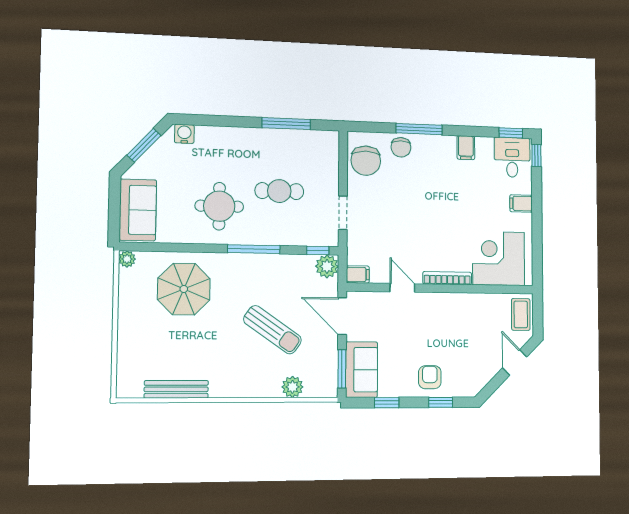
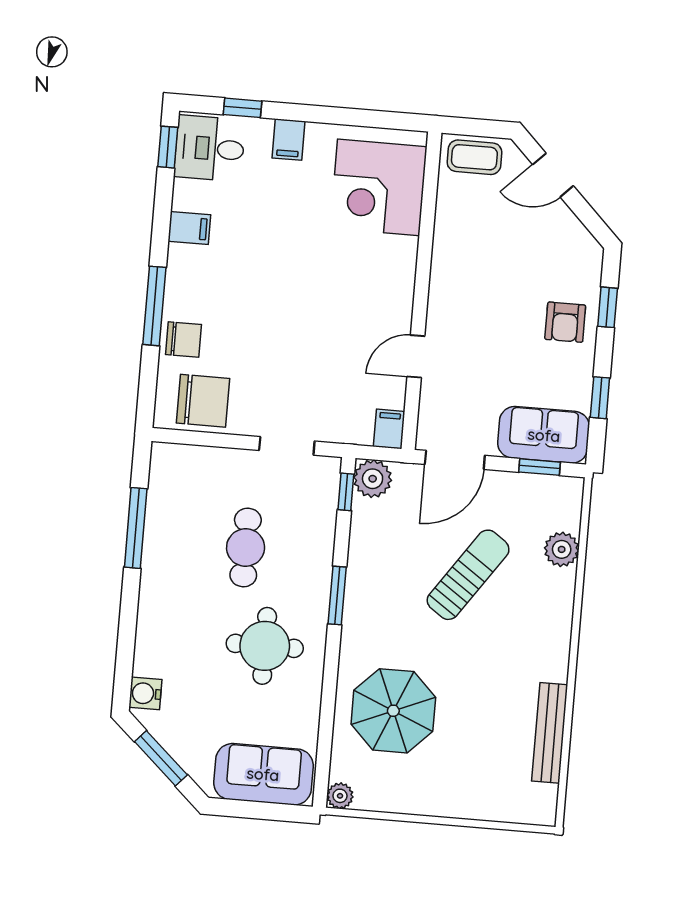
window: (536, 155) -> (243, 108), moved
window: (254, 249) -> (337, 595), width x0.69
bookcase: (447, 278) -> (405, 279), removed
window: (342, 369) -> (539, 467), width x0.67
armchair: (430, 377) -> (565, 322), turned -90

